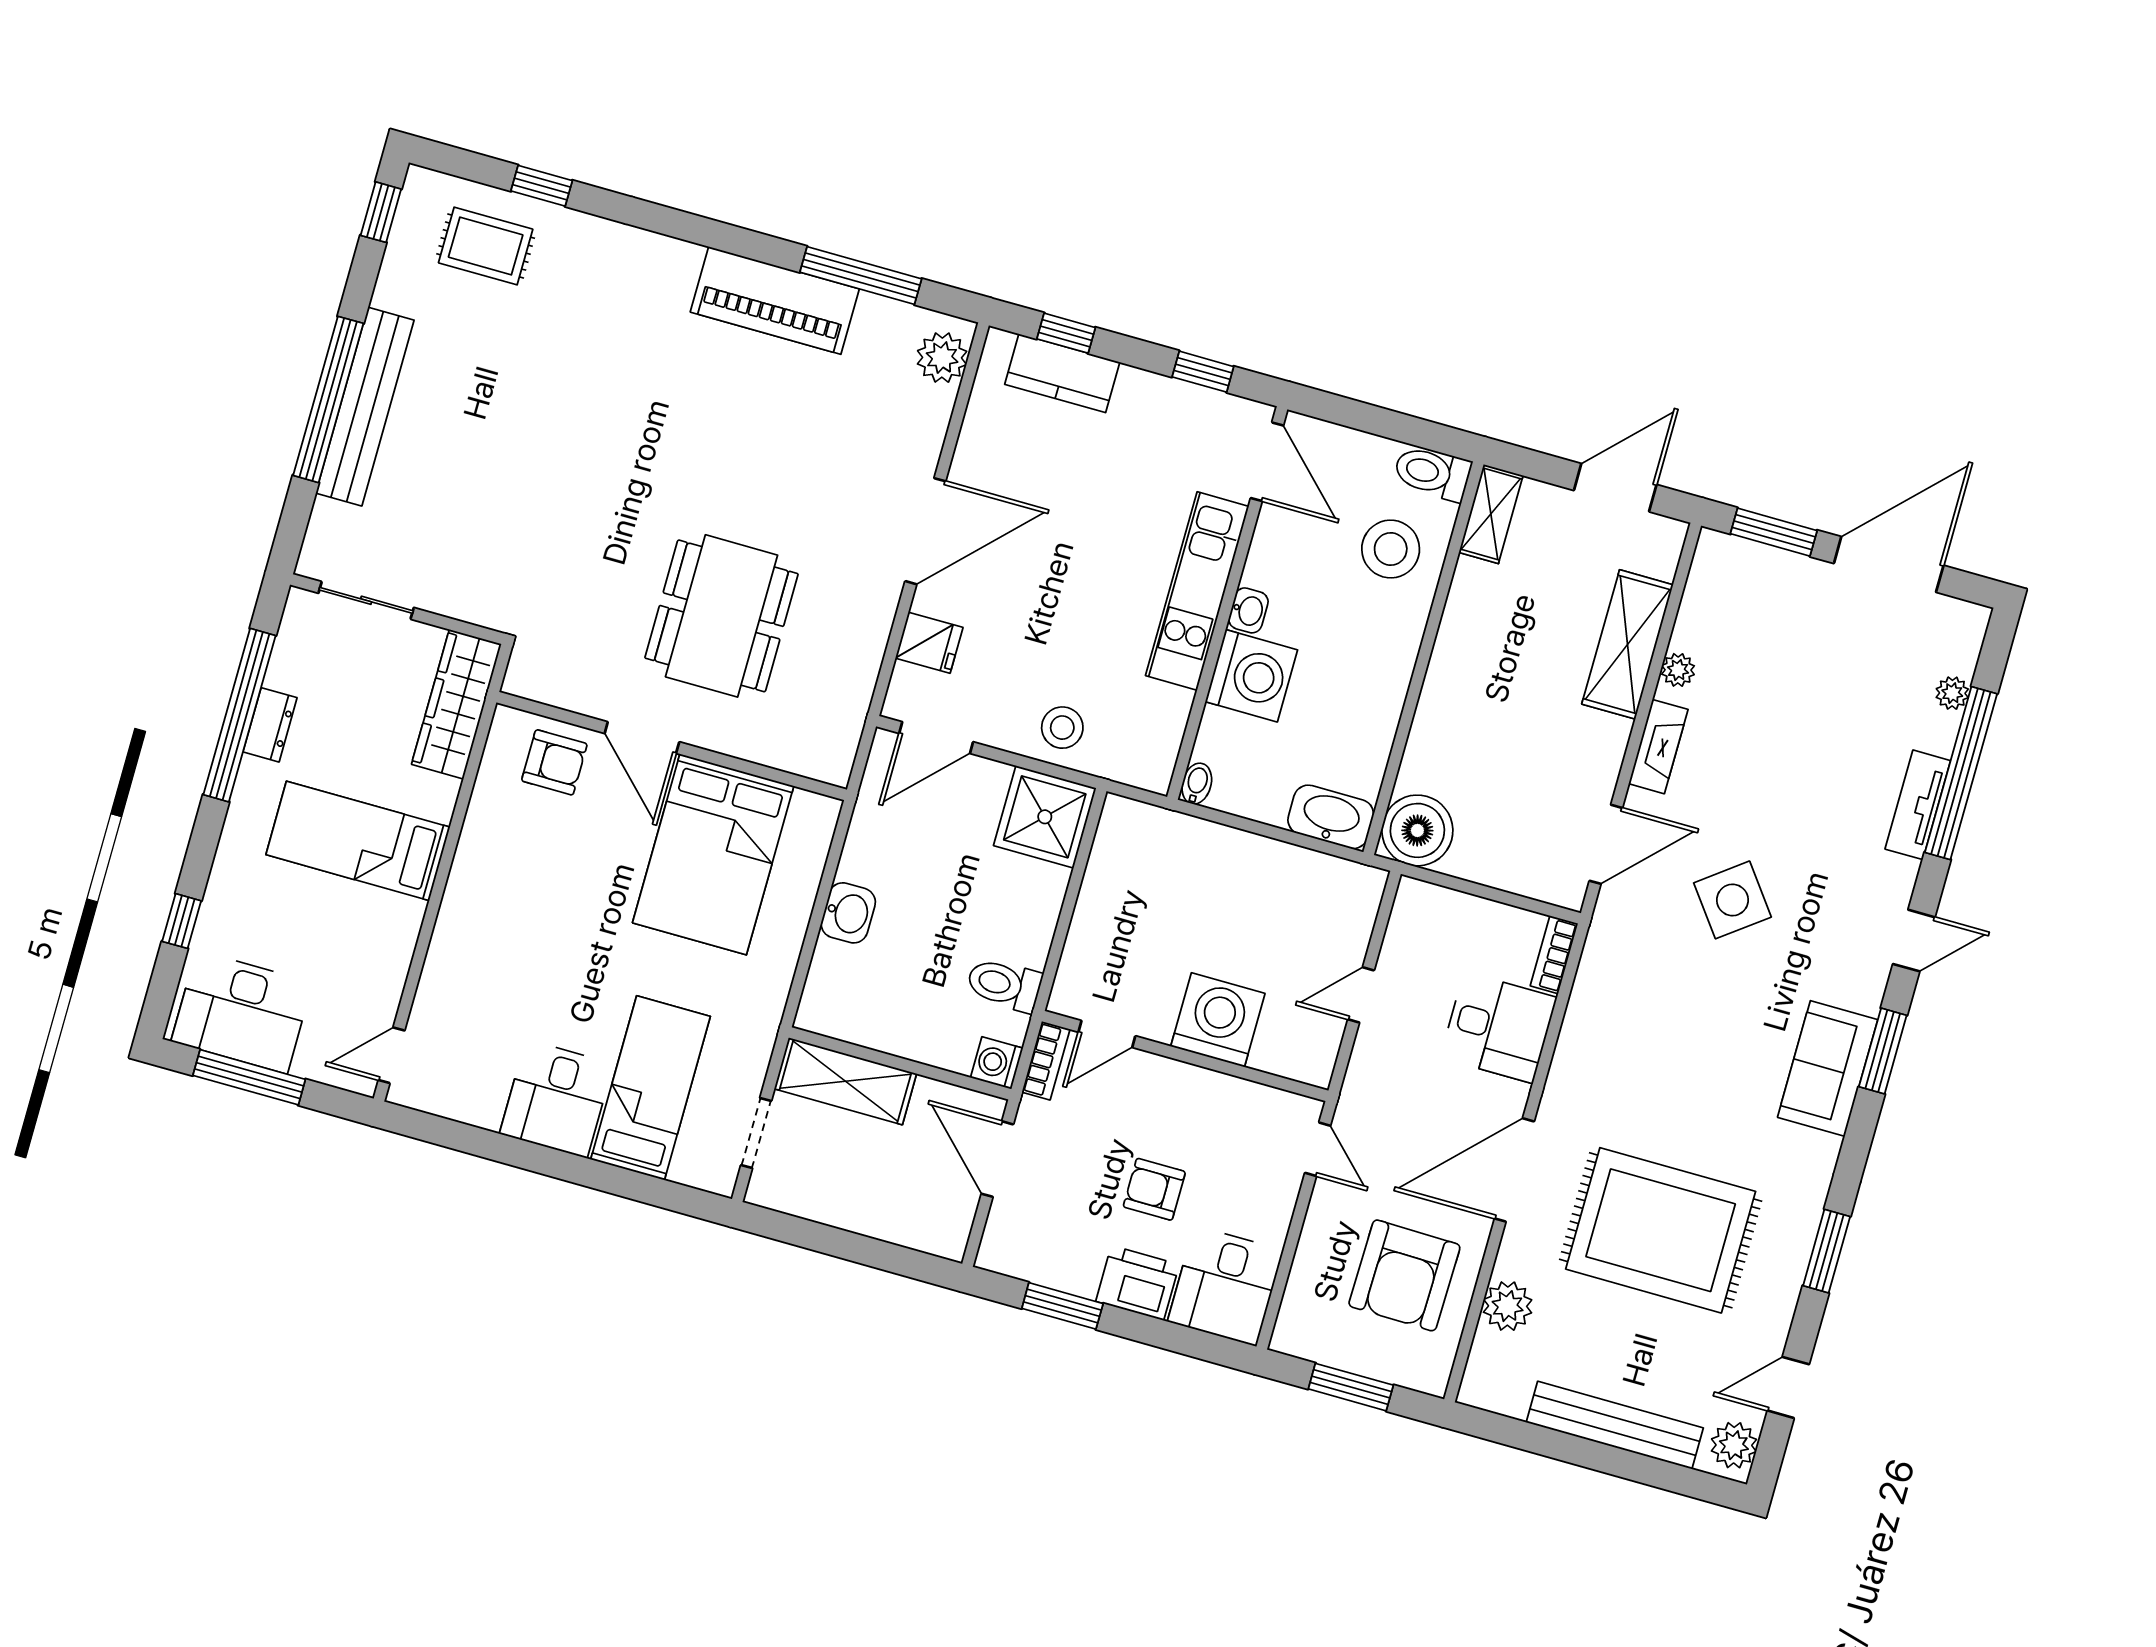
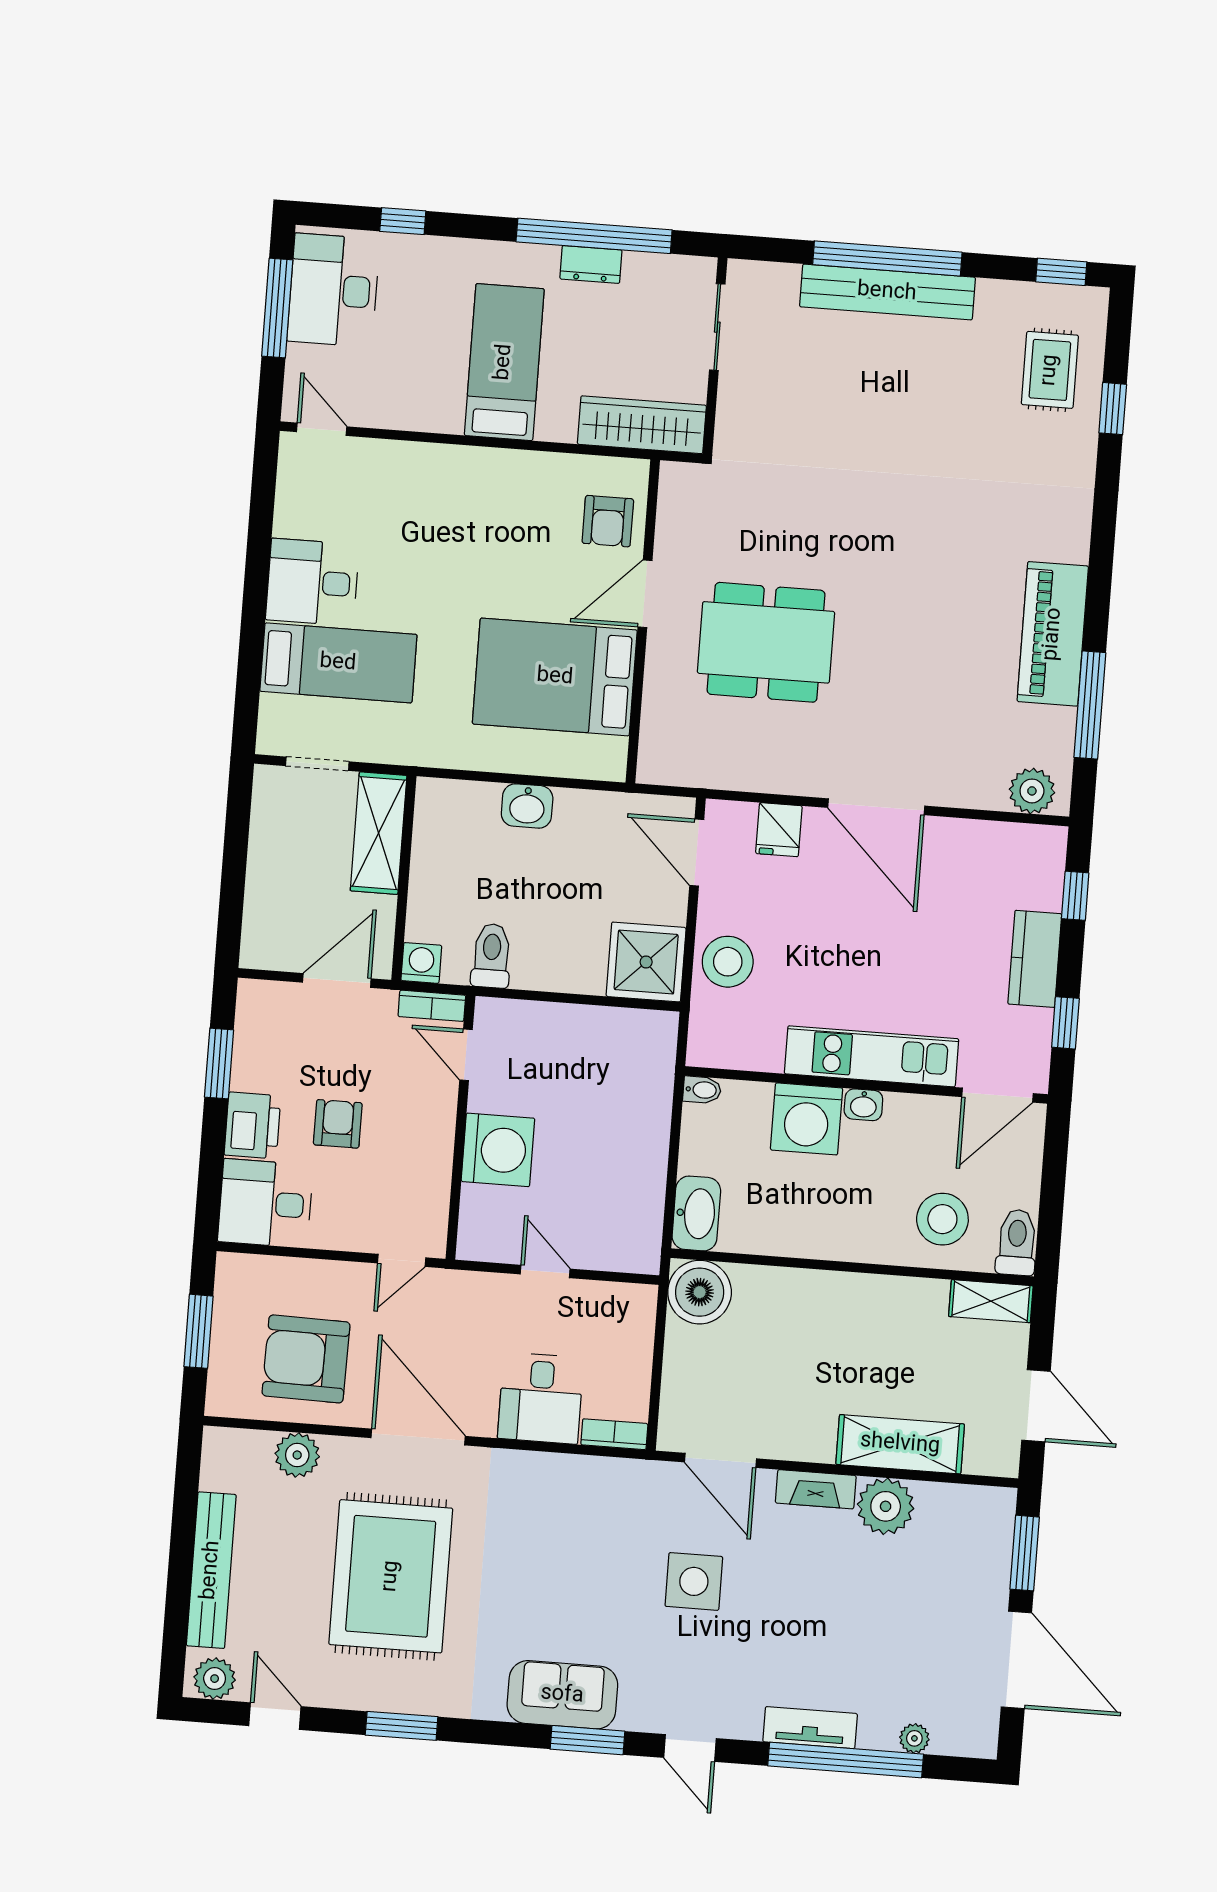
kitchen counter: (1062, 373) -> (1035, 959), moved
plant: (1678, 670) -> (886, 1506), width x1.88, depth x1.88
stool: (1062, 728) -> (728, 962), width x1.38, depth x1.38
side table: (1733, 900) -> (694, 1581), turned 37

